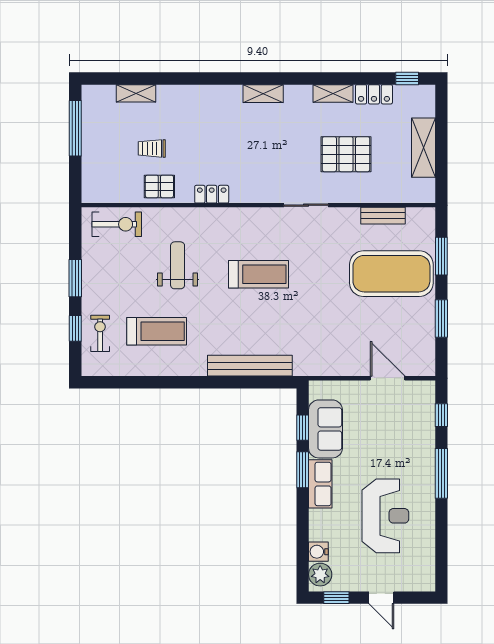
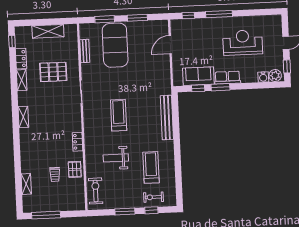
pallet: (346, 154) -> (53, 72), turned 90

